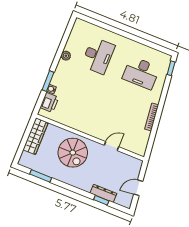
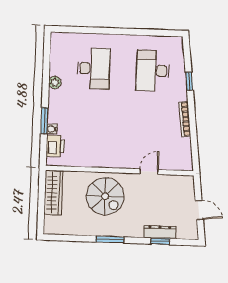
window: (171, 68) -> (189, 81), moved
desk: (141, 73) -> (153, 71), turned 90
window: (41, 176) -> (110, 239), moved
door: (138, 188) -> (199, 210), swing flipped

